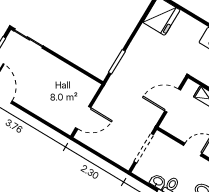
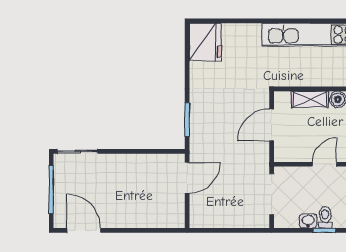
door: (83, 118) -> (187, 178), moved

